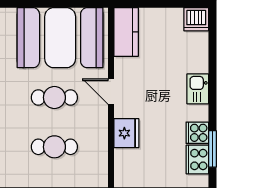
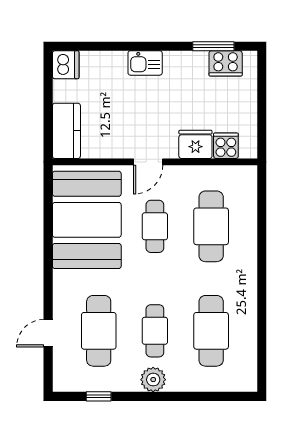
kitchen counter: (126, 32) -> (66, 131), moved, turned 90
cooker: (197, 133) -> (226, 146), moved, turned 180
cafe table: (54, 147) -> (211, 226), width x1.37, depth x1.35

